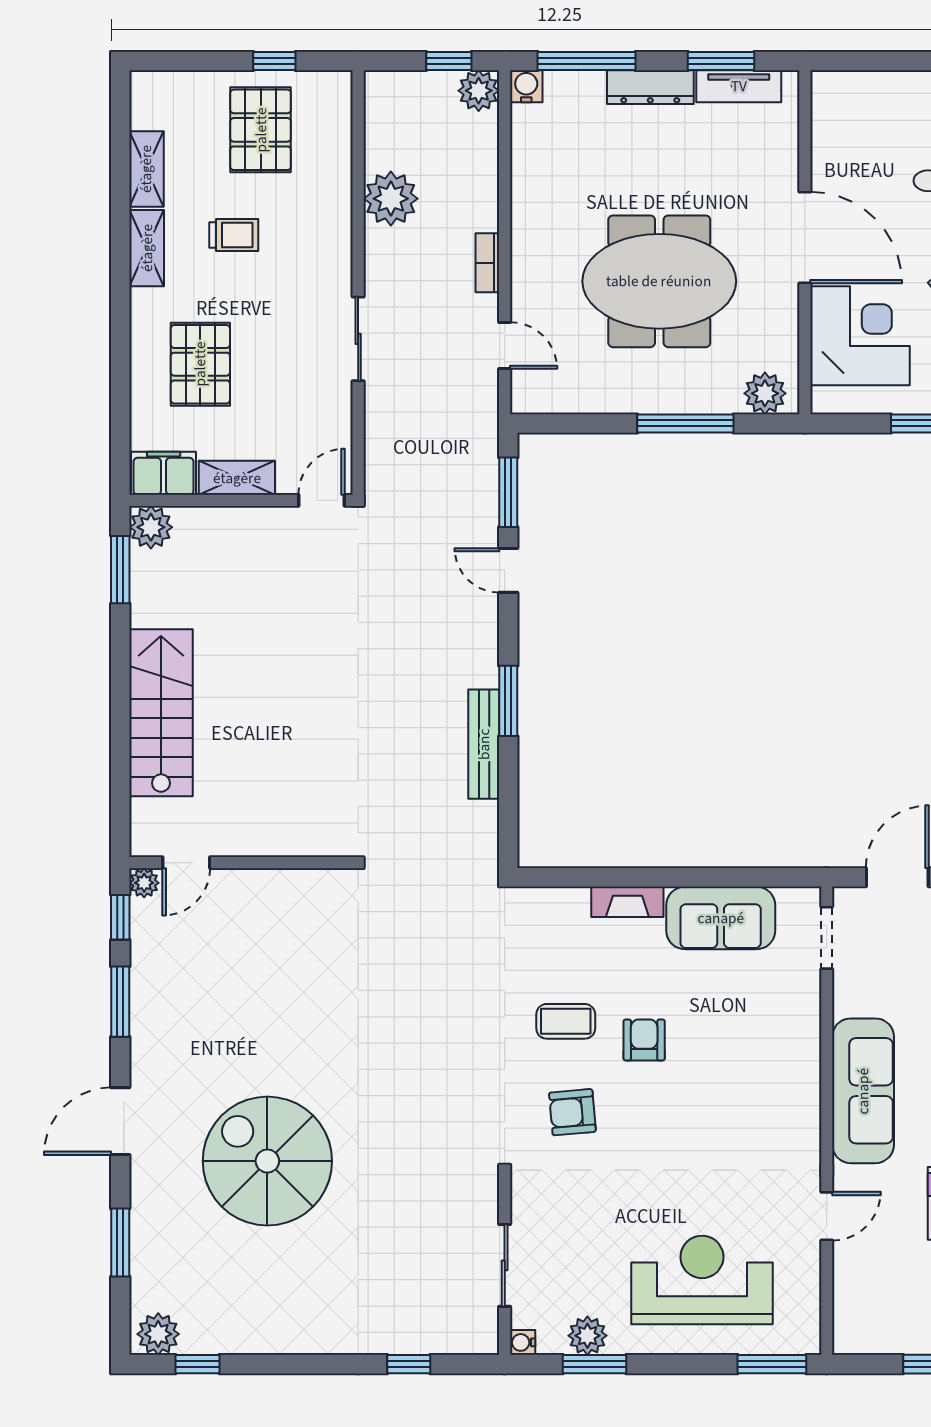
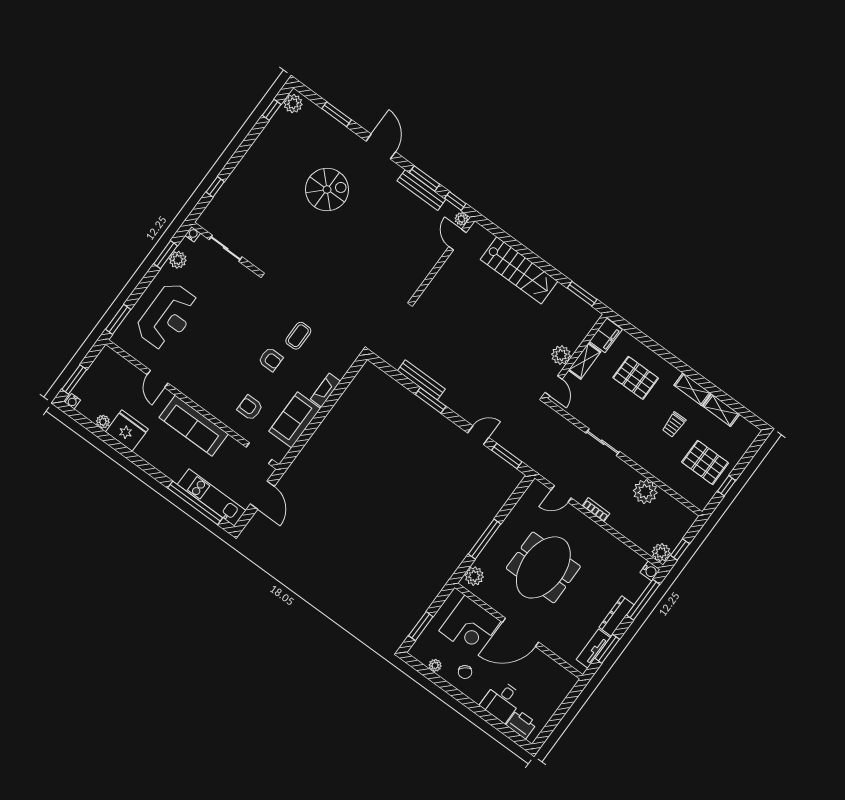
plant: (151, 527) -> (561, 355), moved
bench: (145, 992) -> (421, 190), added
armchair: (572, 1112) -> (250, 408), moved, turned -85
spiral stairs: (267, 1161) -> (327, 190), width x0.73, depth x0.73

